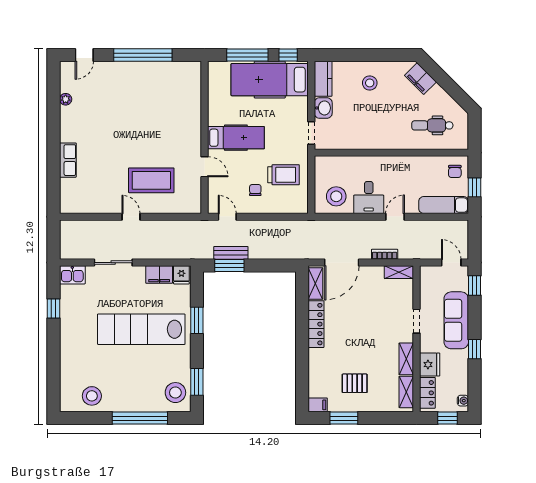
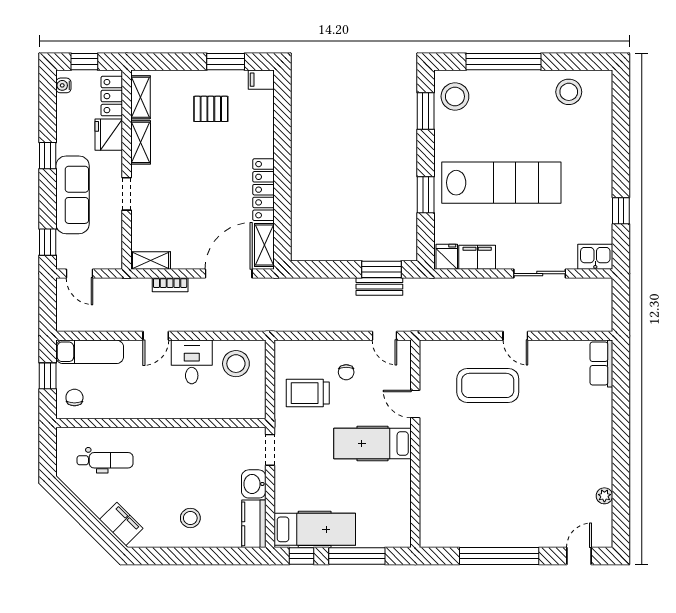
hospital bed: (270, 80) -> (315, 529), width x0.73, depth x0.78
row of seats: (68, 160) -> (601, 364), moved

